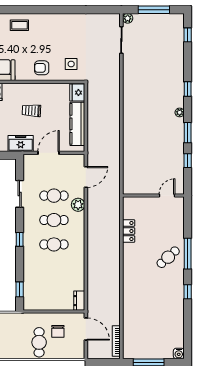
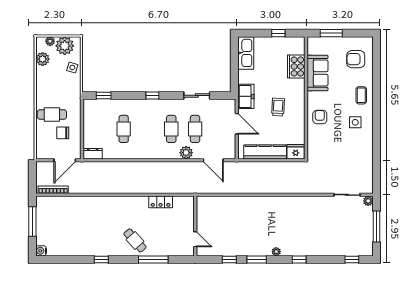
side table: (71, 64) -> (355, 122), moved
cafe table: (54, 244) -> (124, 129), moved
window: (188, 254) -> (153, 259), moved

